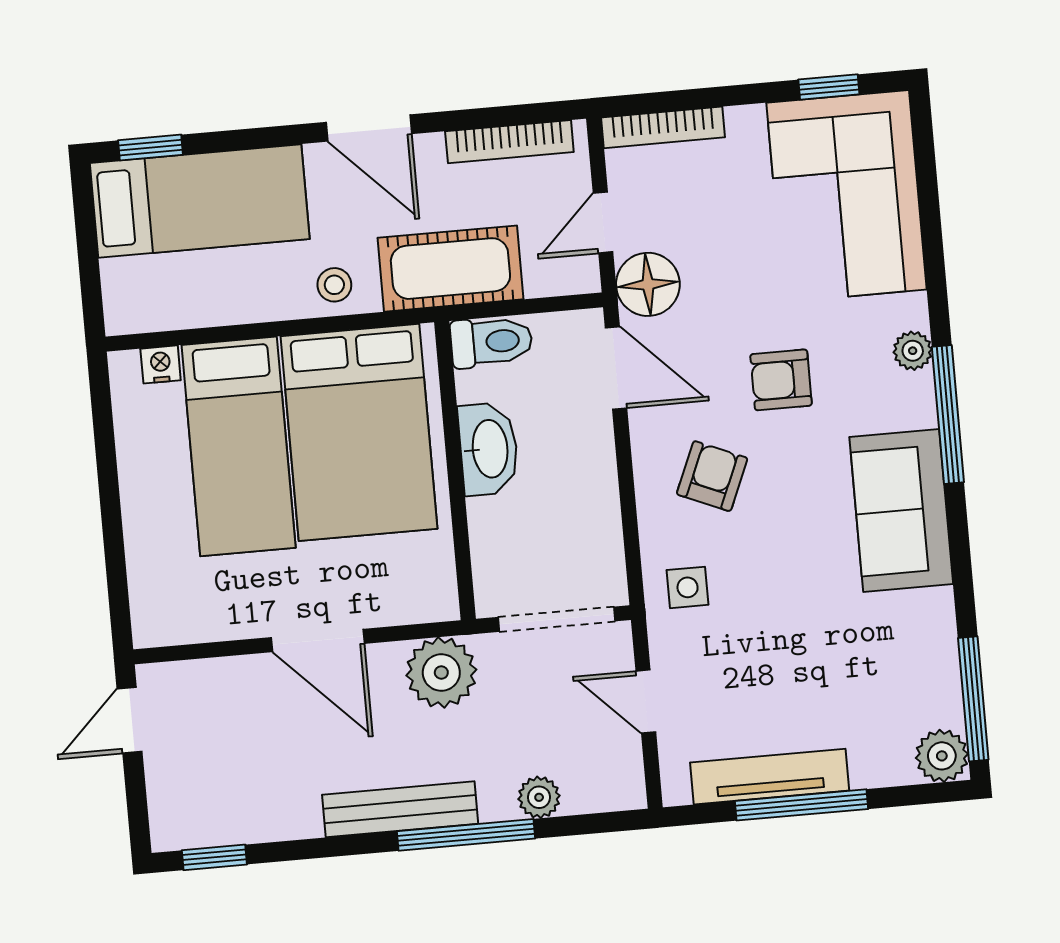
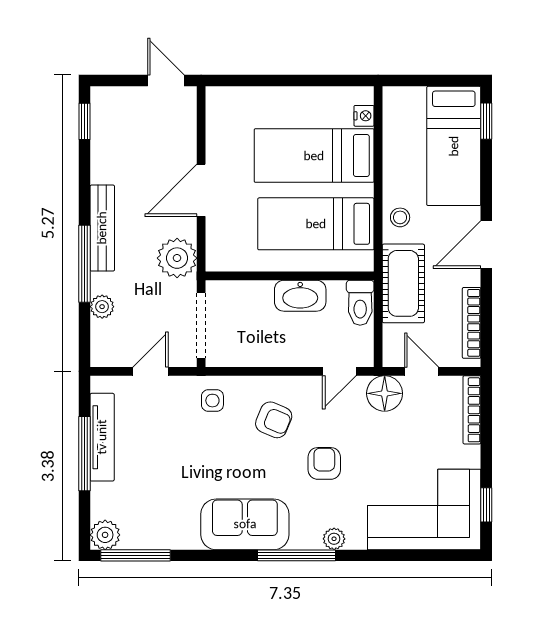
door: (616, 368) -> (339, 371), width x0.73
bed: (359, 432) -> (316, 224), width x0.67

